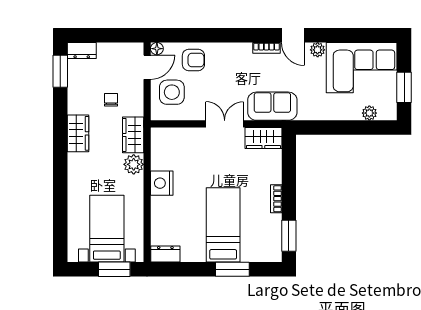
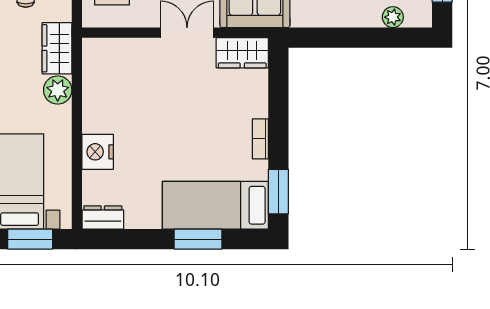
nightstand: (162, 183) -> (98, 152), moved
bed: (223, 225) -> (215, 205), moved, turned -90

